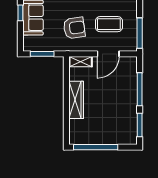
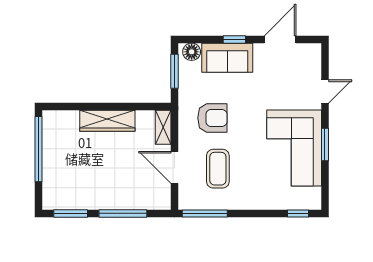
armchair: (74, 28) -> (212, 118), turned -82
floor lamp: (29, 42) -> (192, 52), added

